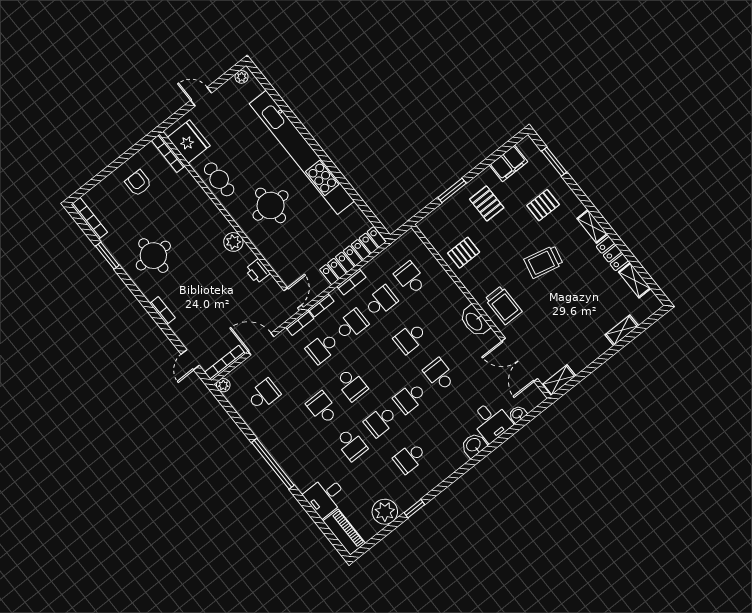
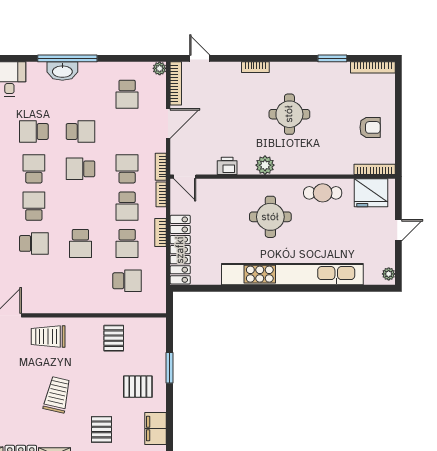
round table: (153, 256) -> (289, 114), moved
washbasin: (474, 321) -> (62, 71), moved, turned 180
school desk: (410, 338) -> (80, 243), turned 180

